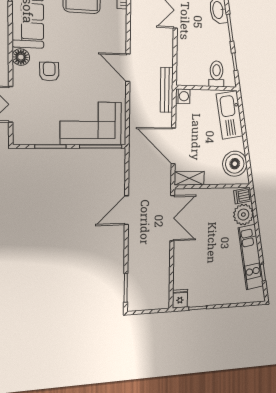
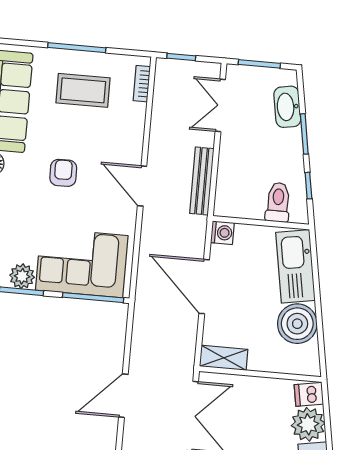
armchair: (49, 71) -> (63, 173), moved
bench: (167, 90) -> (202, 181), moved
plant: (50, 136) -> (22, 276), added
door: (173, 146) -> (204, 287), moved
boiler: (235, 164) -> (297, 324), moved

